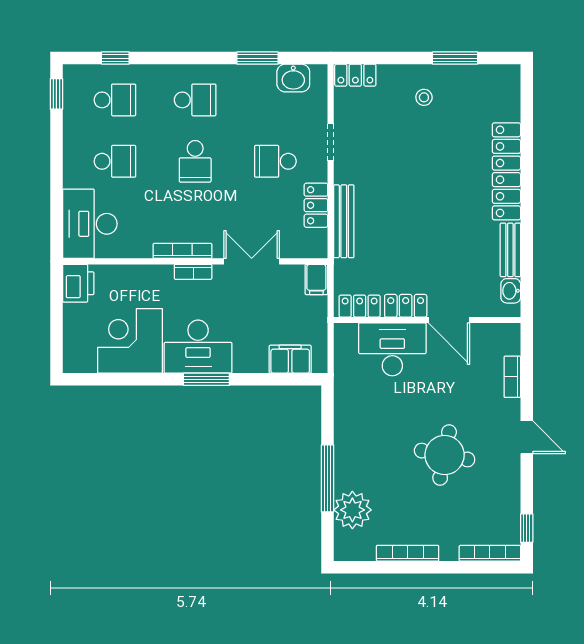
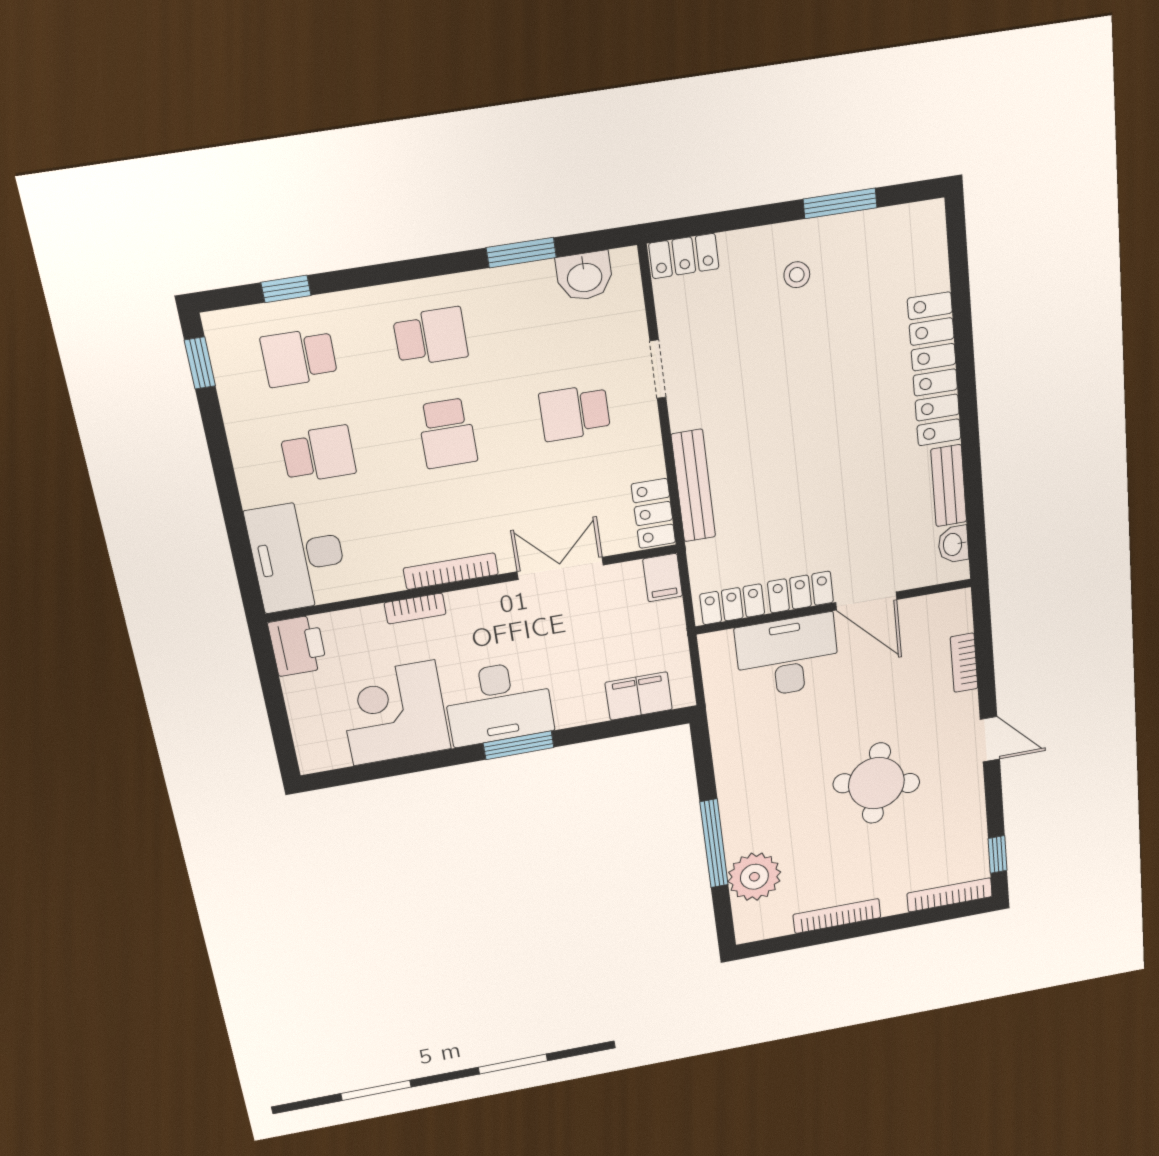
school desk: (115, 100) -> (299, 357), turned 180
locker: (316, 205) -> (653, 513), moved
bookcase: (193, 272) -> (415, 609), moved

